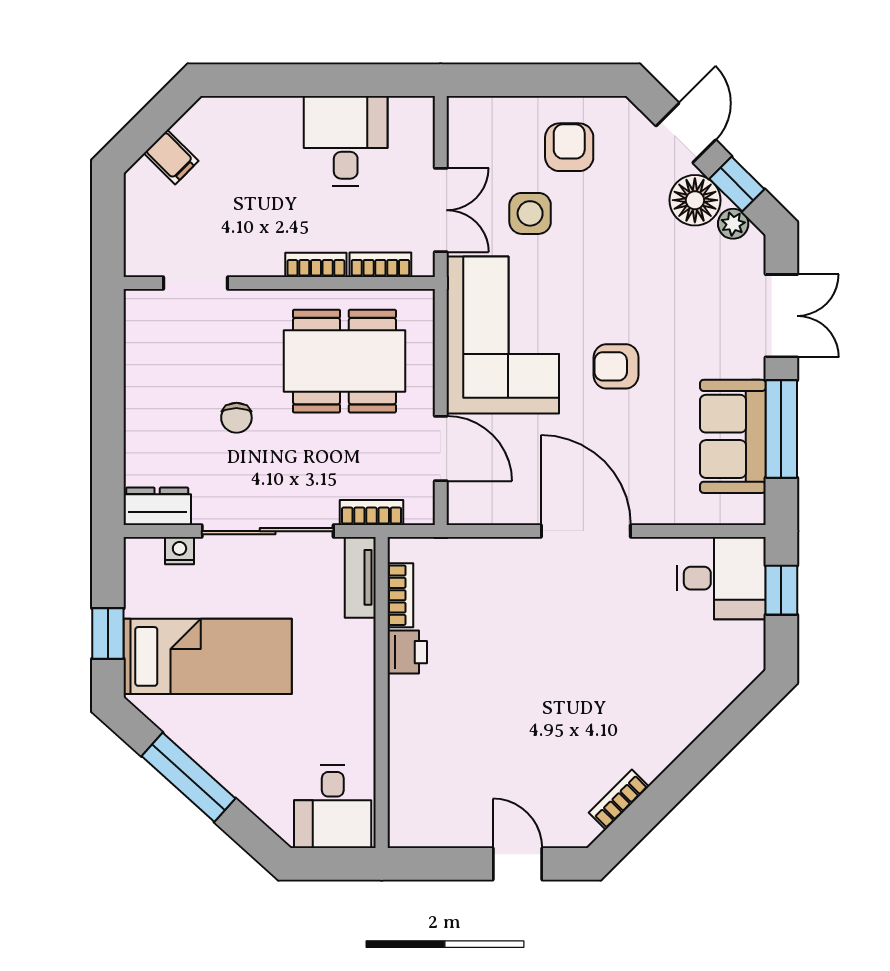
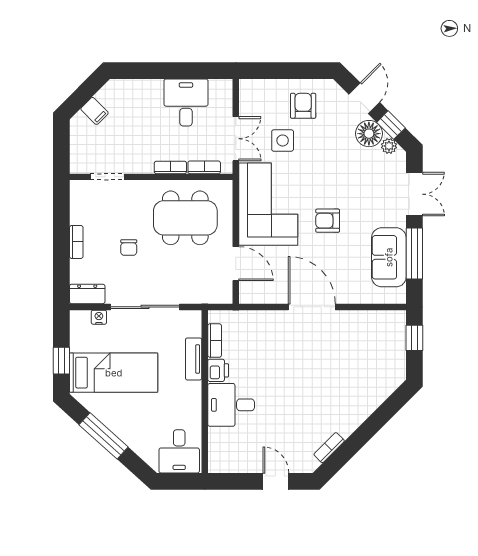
bookcase: (372, 513) -> (76, 242), moved, turned 90
tv unit: (360, 577) -> (194, 359), moved
desk: (721, 578) -> (231, 405), moved, turned 180

